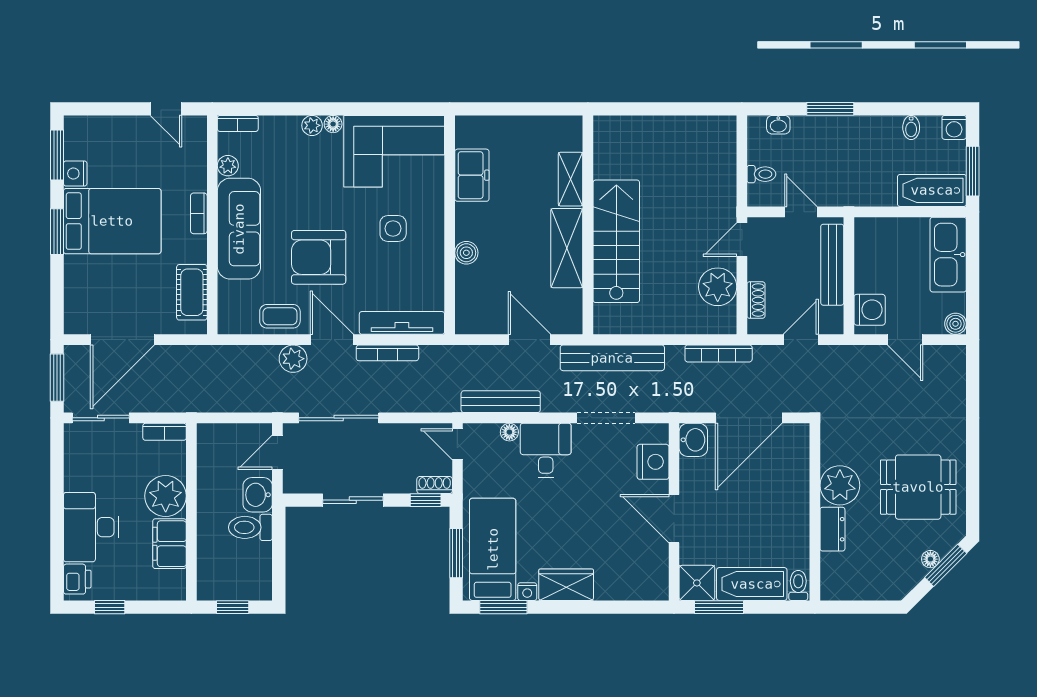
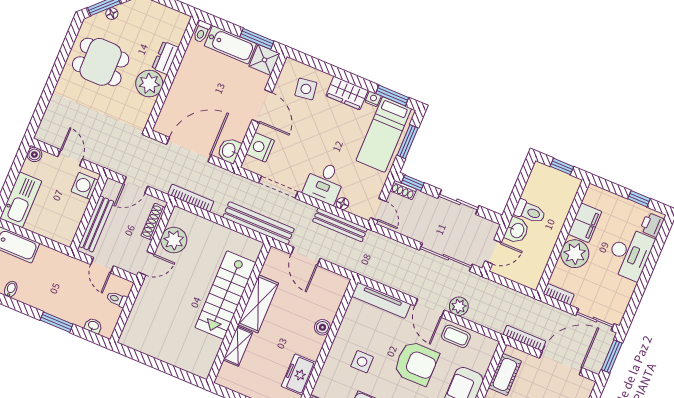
shoe rack: (756, 300) -> (153, 222), width x1.43
bookcase: (387, 353) -> (524, 338), moved
side table: (624, 567) -> (306, 89), added

